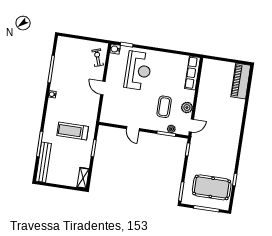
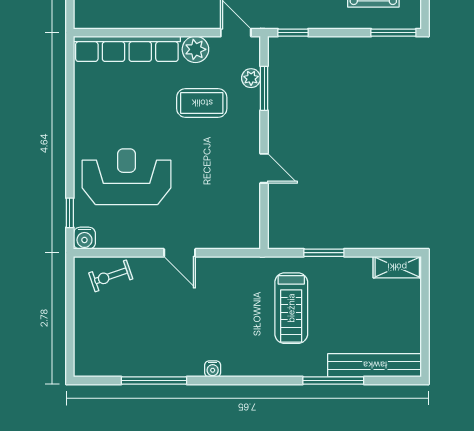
row of seats: (192, 73) -> (127, 49), width x1.36
door: (103, 88) -> (180, 253), hinge flipped
door: (133, 129) -> (264, 168), hinge flipped

